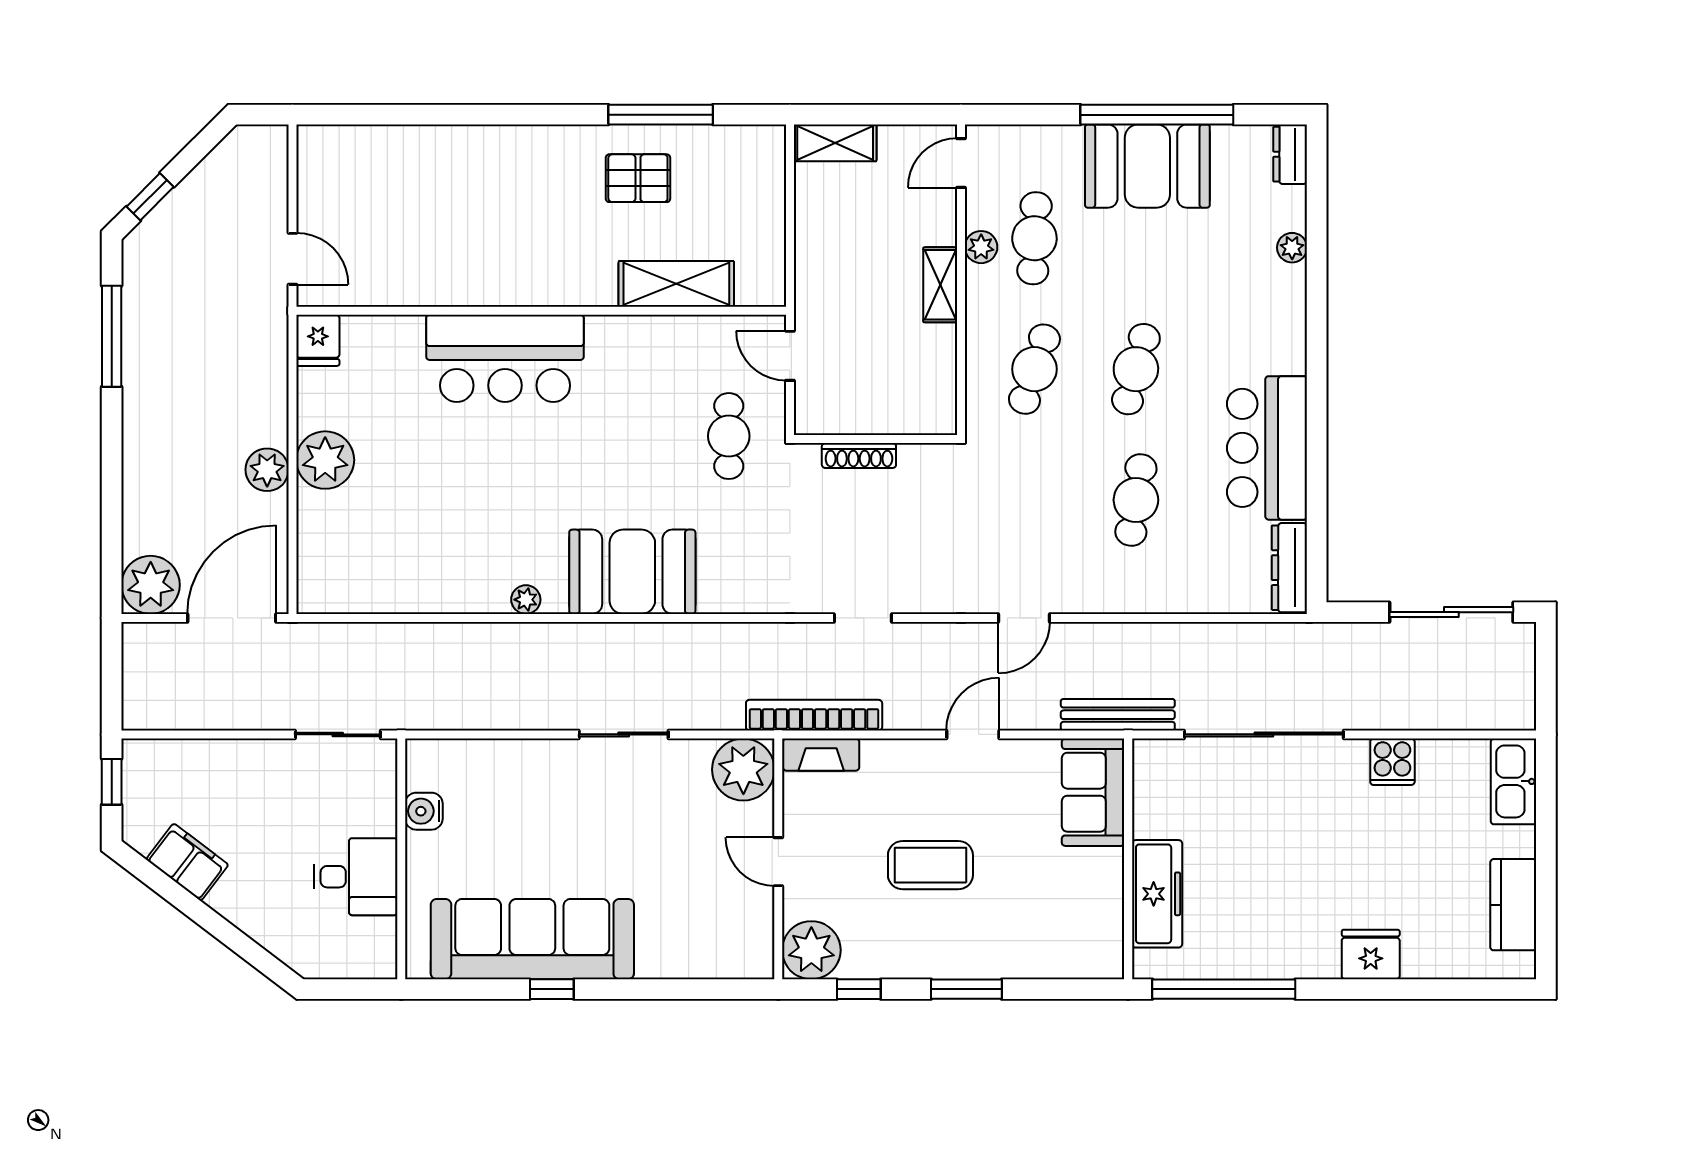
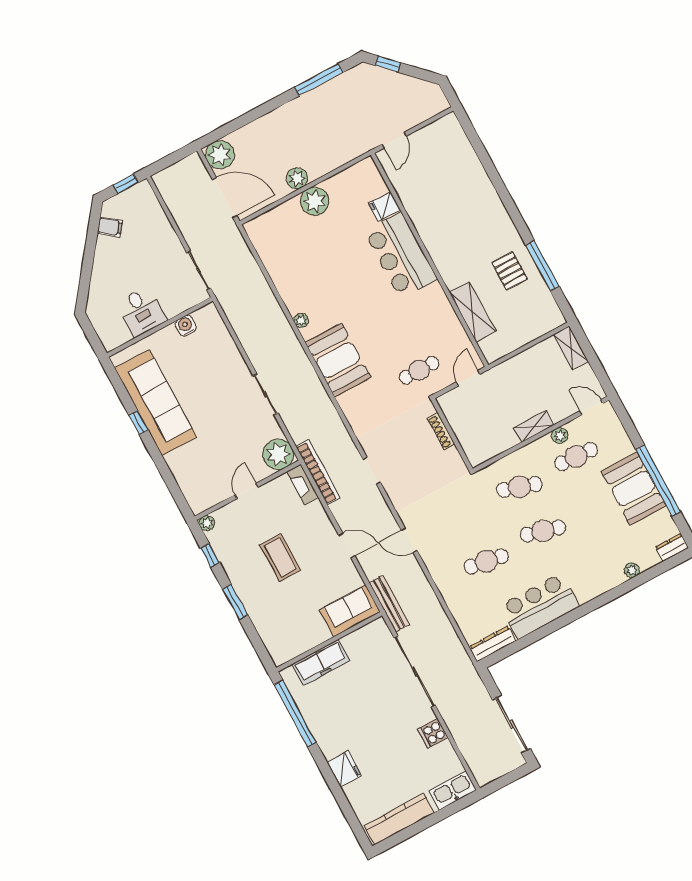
fridge: (318, 340) -> (384, 206), moved
filing cabinet: (187, 862) -> (110, 227), width x0.50
kitchen counter: (1513, 905) -> (399, 819), width x1.50
plant: (811, 950) -> (207, 523), width x0.53, depth x0.53

